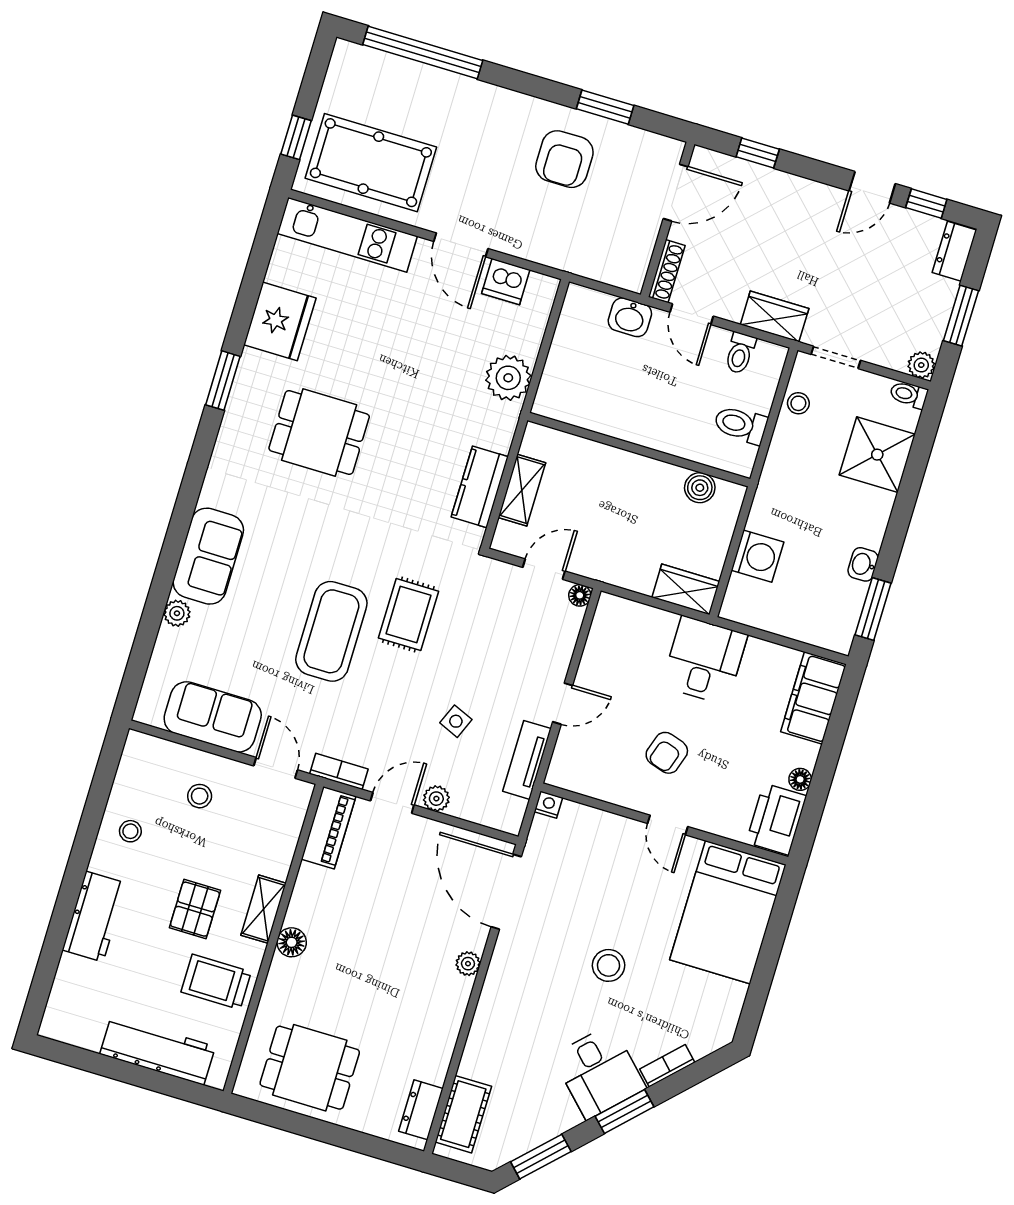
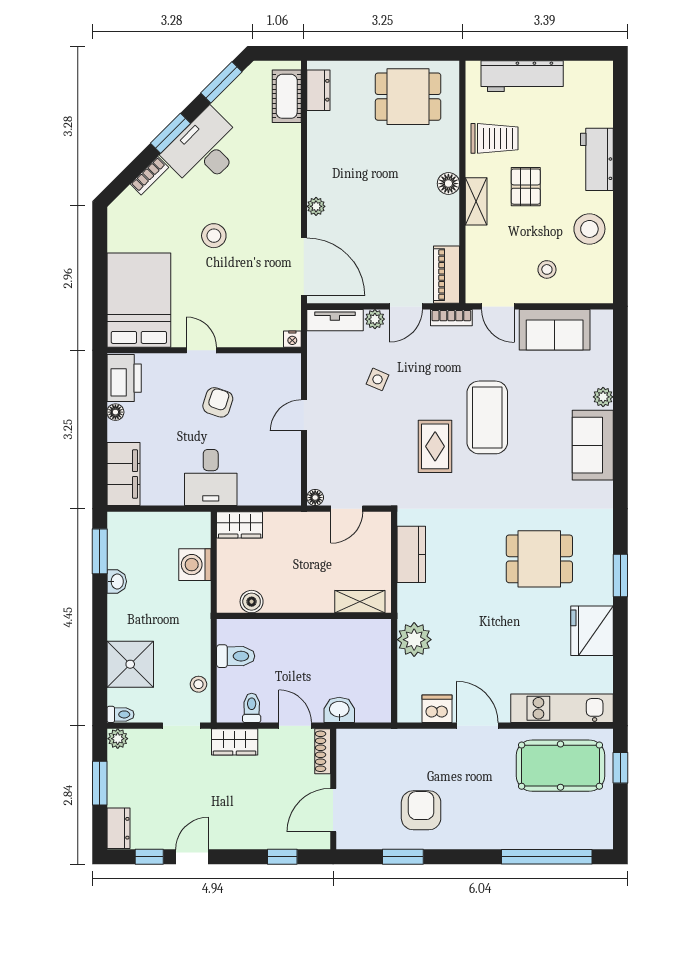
shelving: (522, 490) -> (360, 602), moved, turned 90
tv unit: (527, 760) -> (335, 320), moved, turned 90
stool: (130, 831) -> (589, 229), width x1.89, depth x1.89
desk: (599, 1072) -> (204, 150), width x1.37

